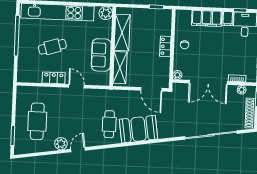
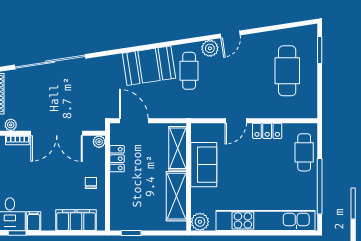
filing cabinet: (207, 18) -> (76, 220), moved
locker: (165, 46) -> (117, 159), moved
cafe table: (52, 47) -> (304, 152), moved, turned -73
double door: (208, 82) -> (57, 133), swing flipped
door: (76, 86) -> (236, 121), hinge flipped
plant: (61, 144) -> (210, 48), moved

